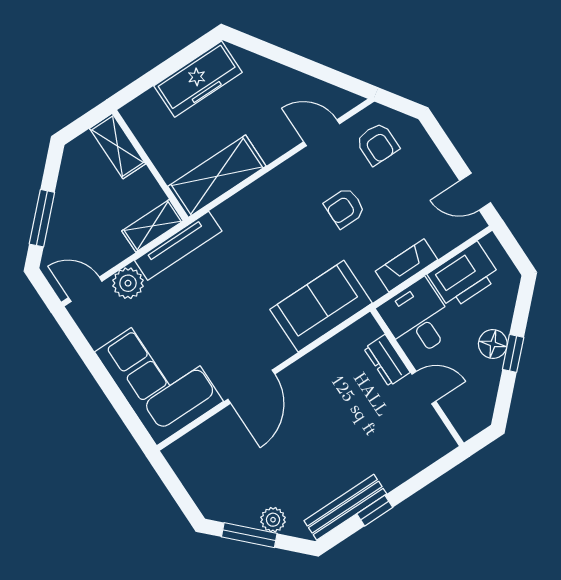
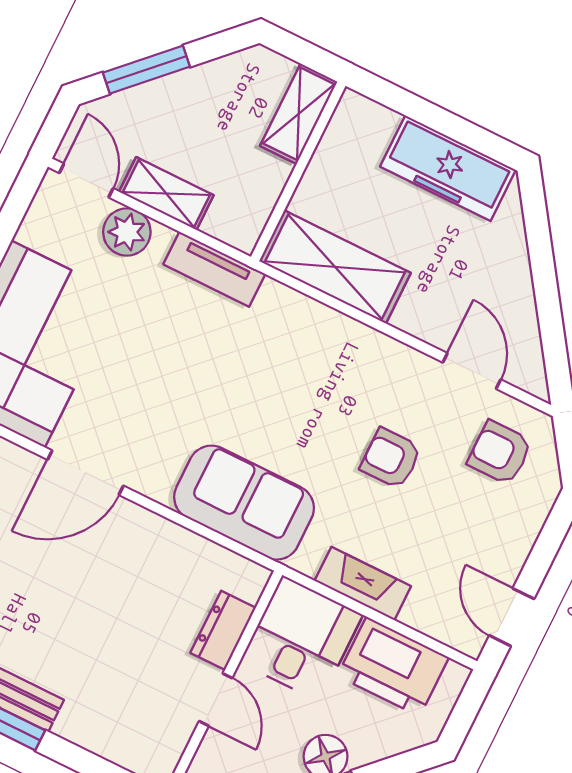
armchair: (377, 144) -> (500, 453), turned 90
shelving: (153, 226) -> (166, 193), moved
tv unit: (178, 246) -> (214, 269), width x0.71

